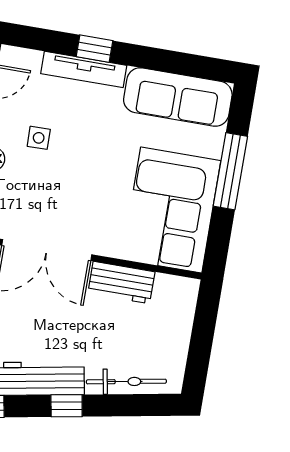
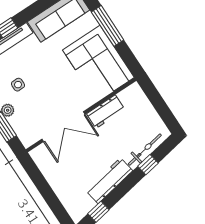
window: (67, 406) -> (148, 165), moved

